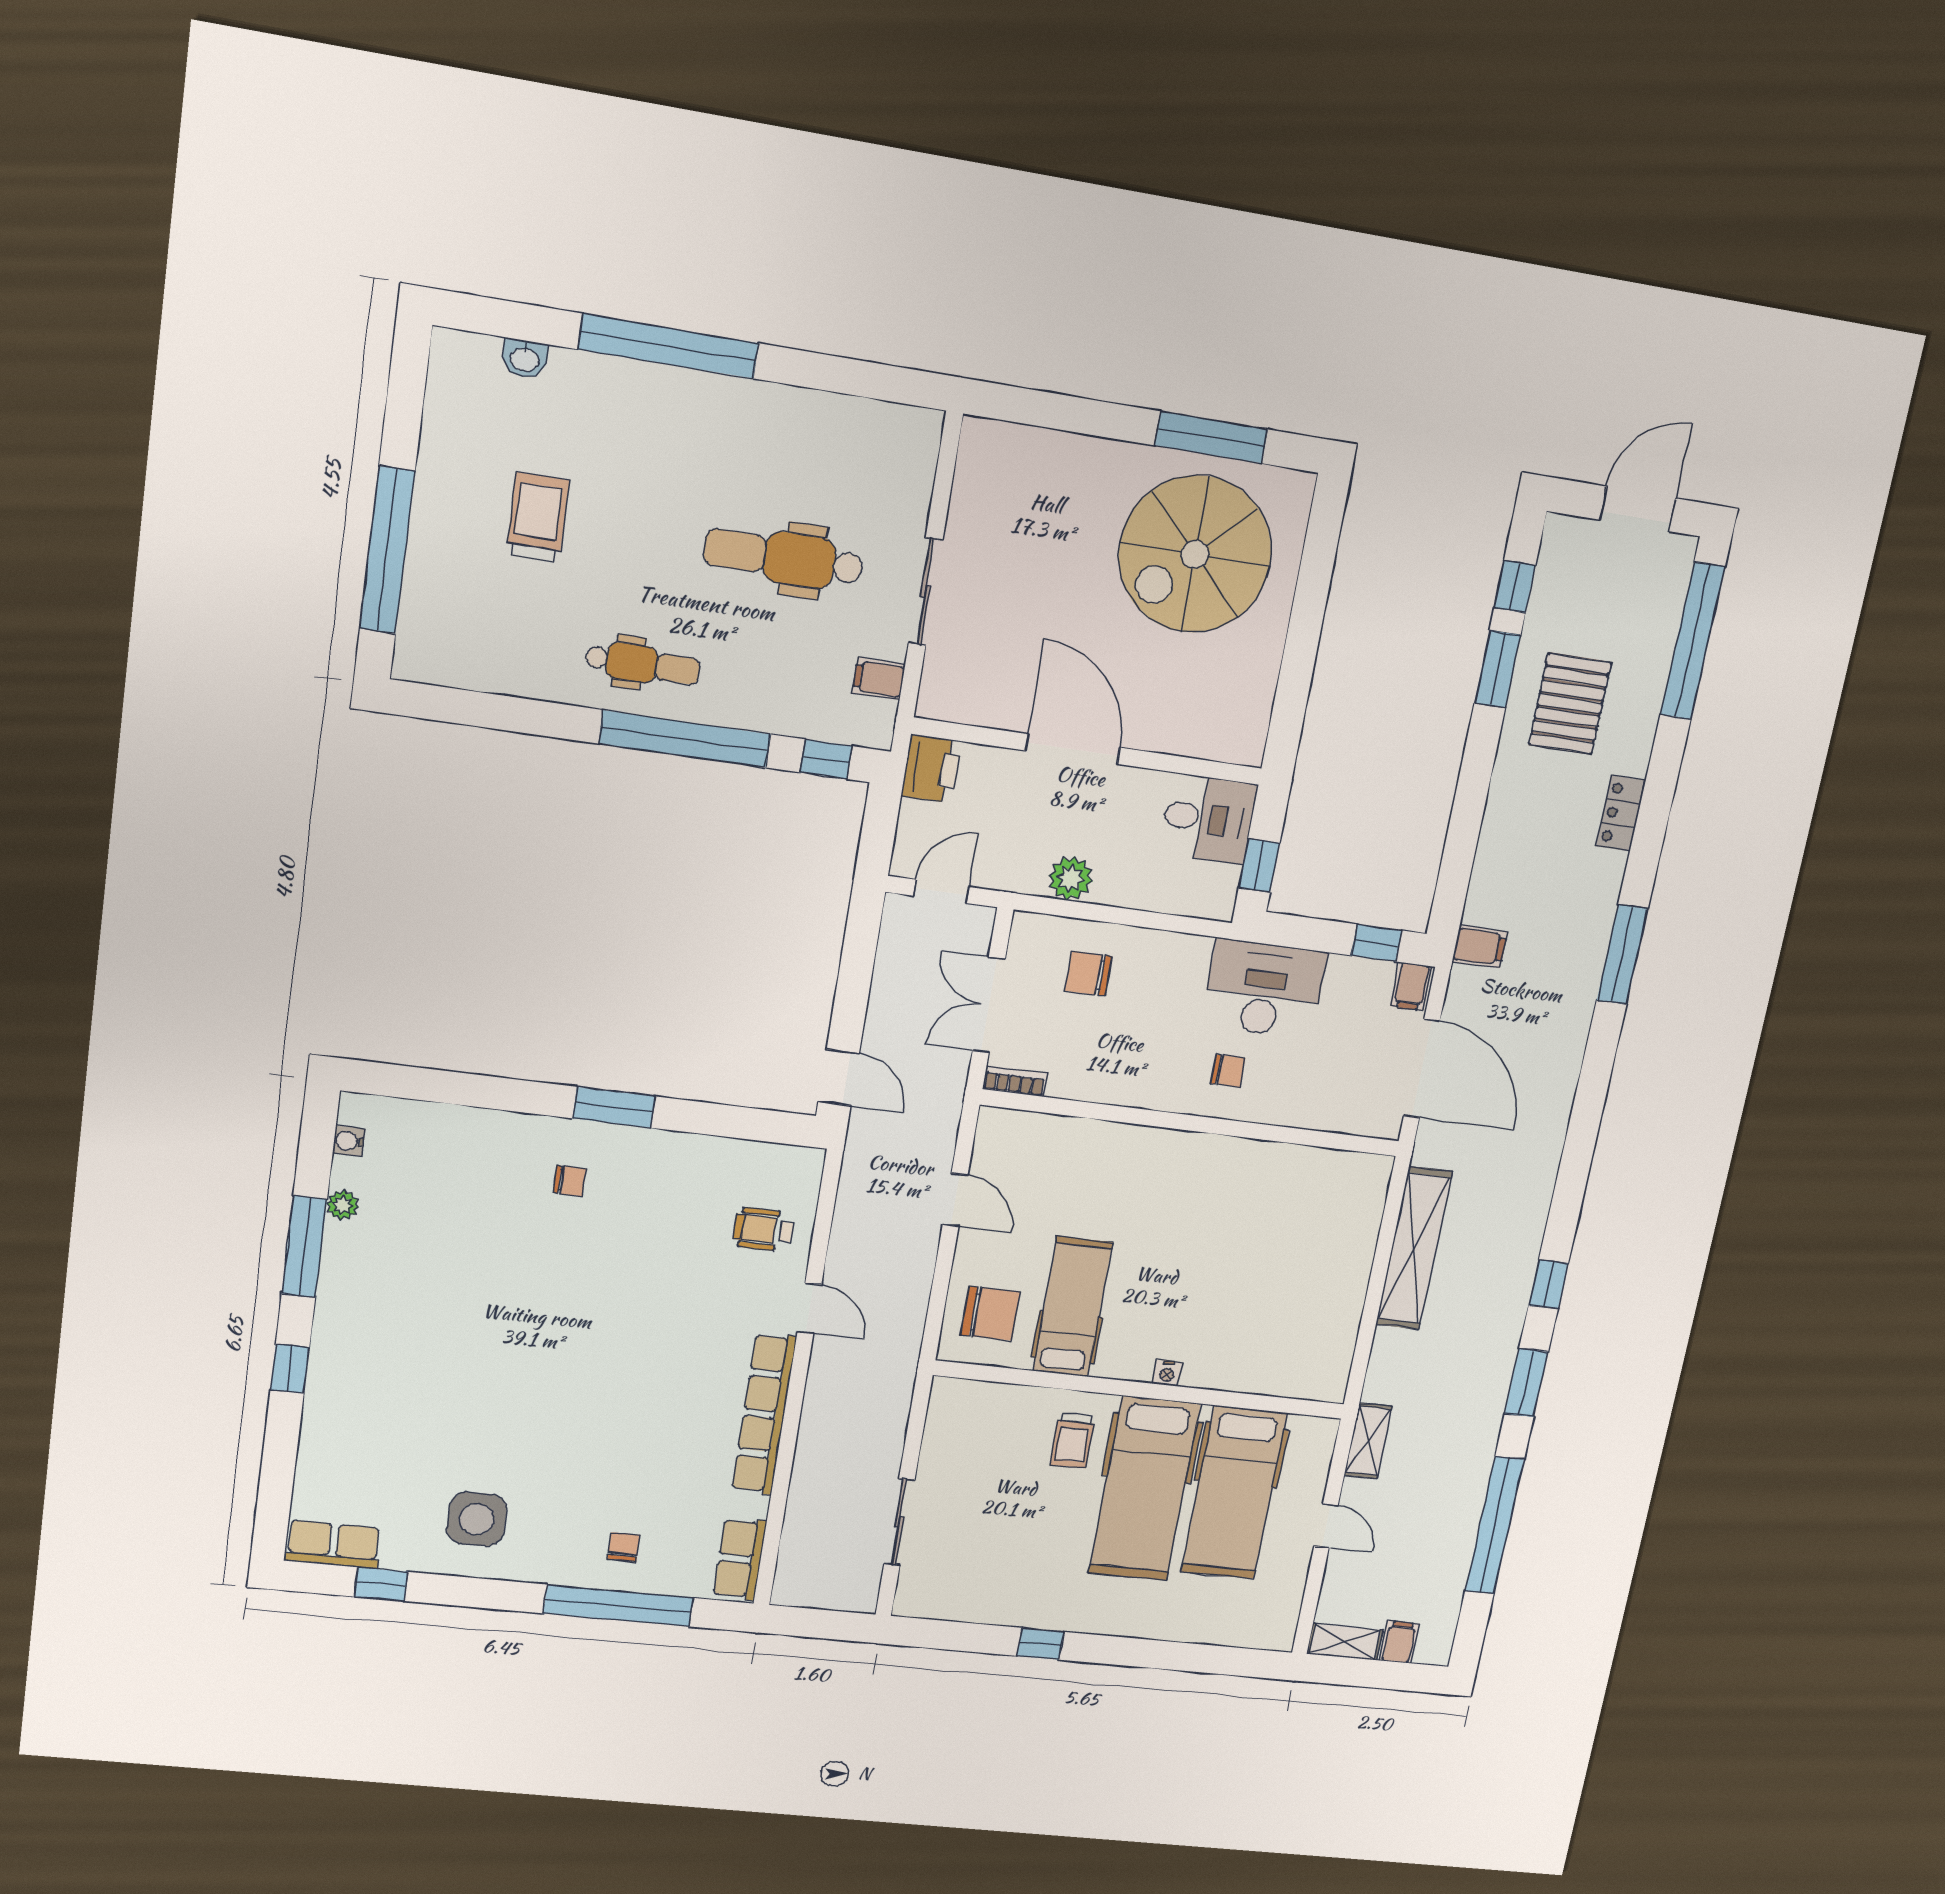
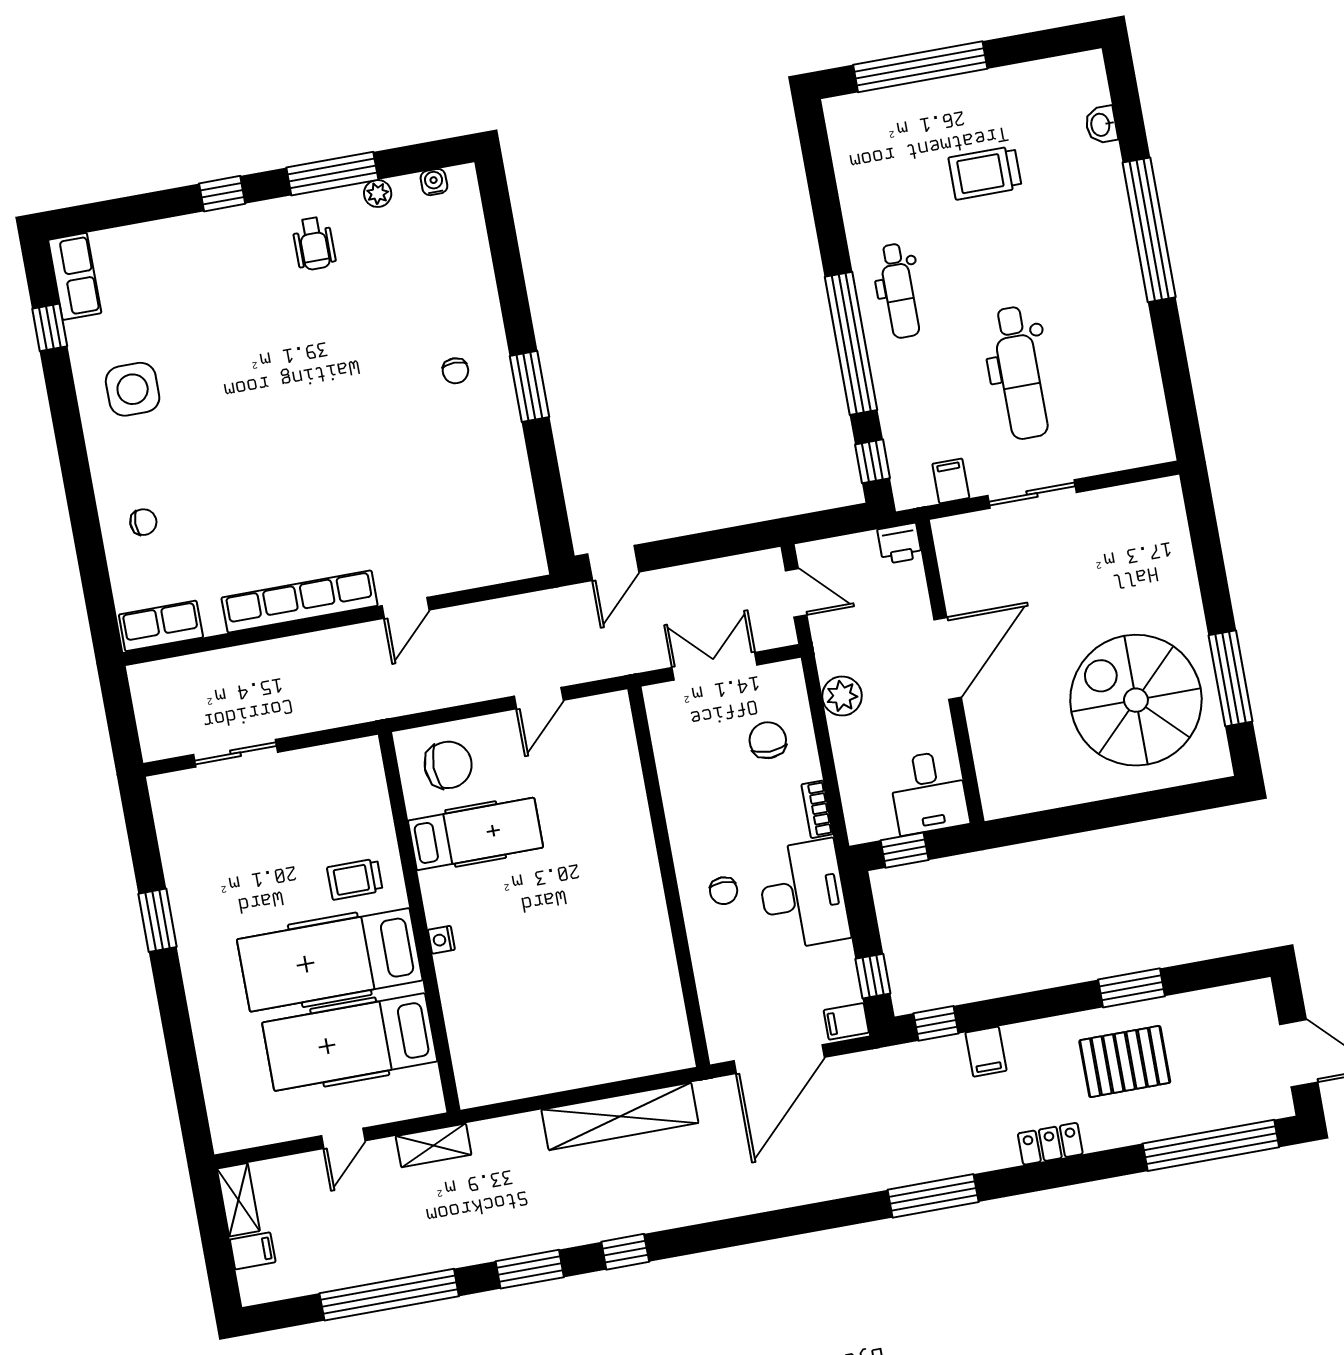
trolley: (538, 517) -> (985, 173), turned 180
dental chair: (784, 558) -> (1020, 373), turned 180
window: (1515, 587) -> (936, 1023), moved
printer: (931, 769) -> (900, 543), width x0.73, depth x0.81
filing cabinet: (1480, 947) -> (986, 1052), moved
bookcase: (1015, 1081) -> (817, 809), moved, turned 180
wheelchair: (763, 1229) -> (314, 244), moved, turned 180
chair: (991, 1313) -> (448, 765), turned -91
window: (618, 1606) -> (88, 535), removed
window: (1040, 1644) -> (157, 920), width x1.50

